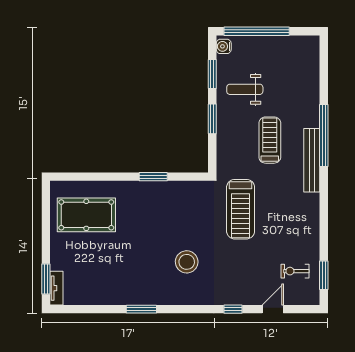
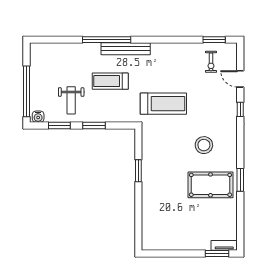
pool table: (86, 215) -> (210, 185), moved, turned 90

